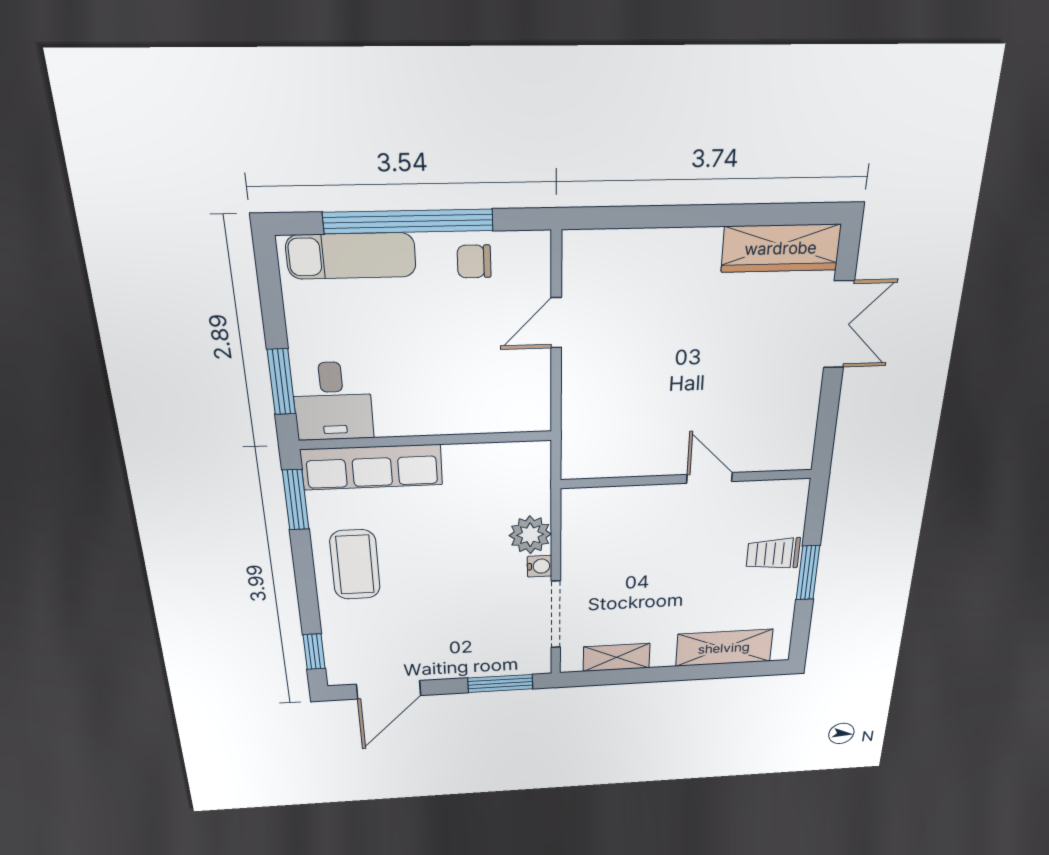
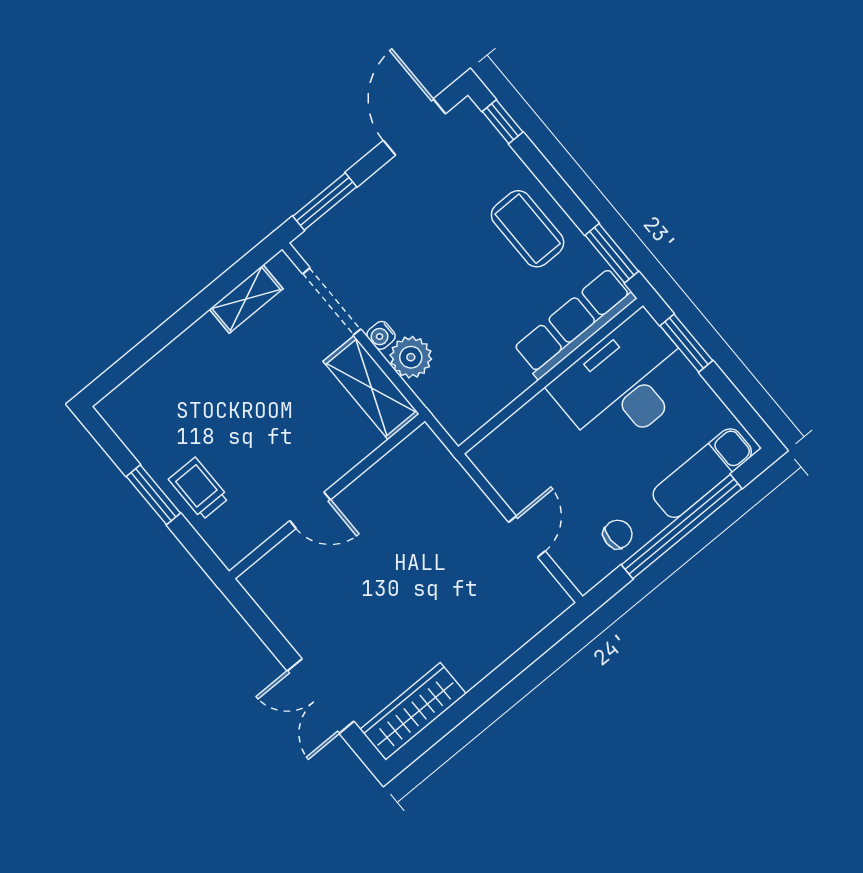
desk: (333, 401) -> (624, 383), width x1.87, depth x1.30
trolley: (773, 554) -> (199, 489), turned -90
shelving: (724, 648) -> (371, 388), moved, turned 90

